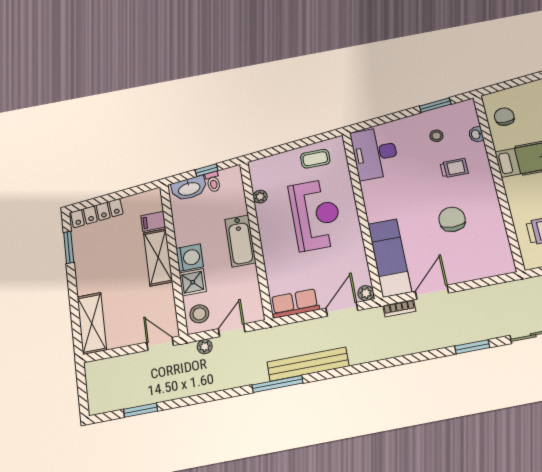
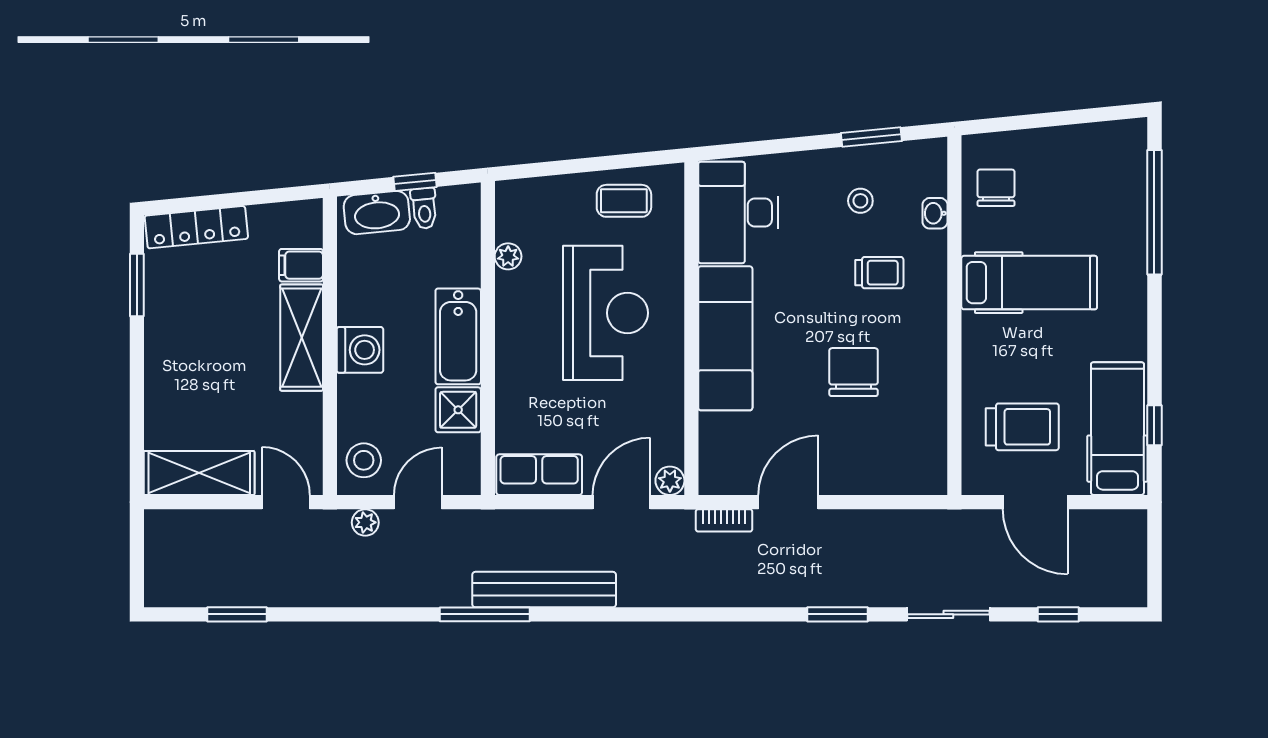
exam couch: (390, 258) -> (725, 338), moved
shower: (193, 282) -> (458, 410), moved
shelving: (92, 323) -> (199, 473), moved, turned 90

